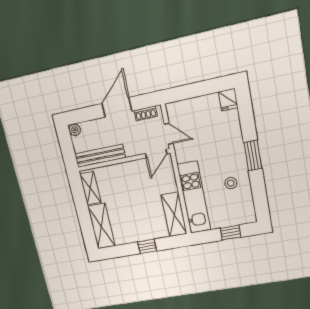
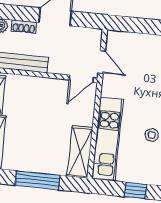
shoe rack: (146, 113) -> (24, 27), moved
window: (147, 246) -> (38, 180), width x2.17

